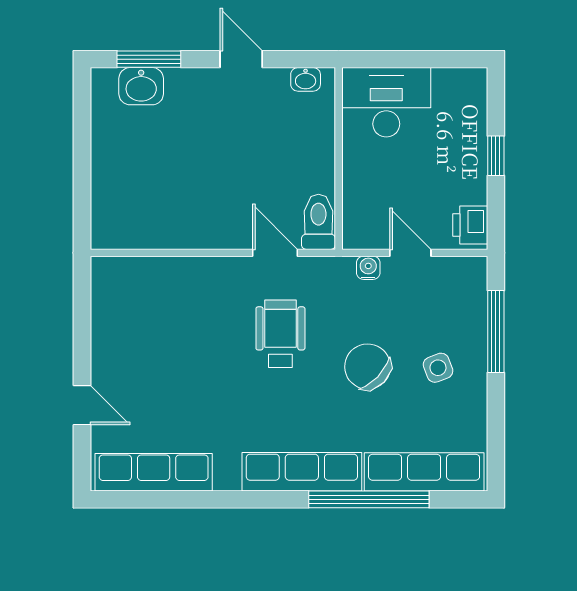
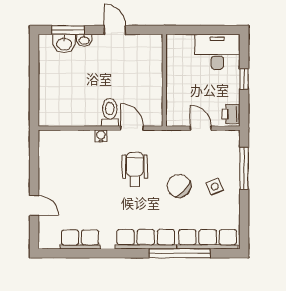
washbasin: (306, 79) -> (84, 40), moved
desk: (386, 102) -> (217, 52), moved
toilet: (318, 222) -> (110, 112), moved
water cooler: (368, 268) -> (101, 136), moved
row of seats: (154, 472) -> (80, 240), width x0.68

